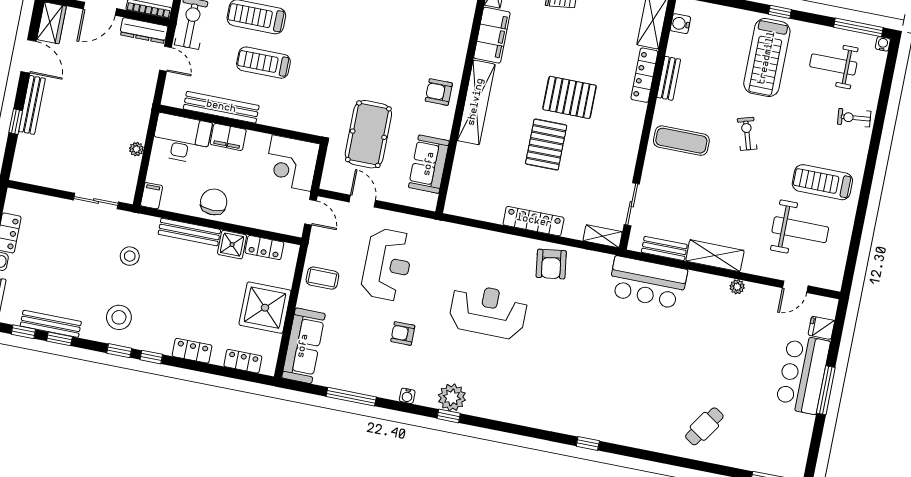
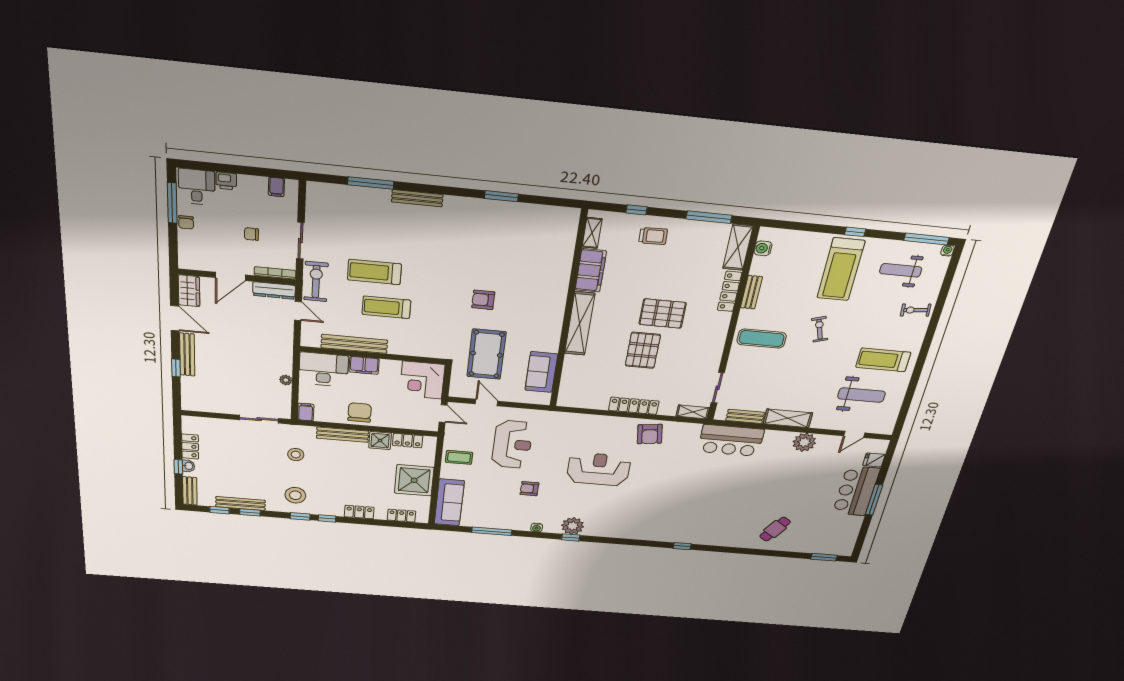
armchair: (439, 92) -> (483, 300), moved
plant: (737, 287) -> (804, 442), width x1.88, depth x1.88

